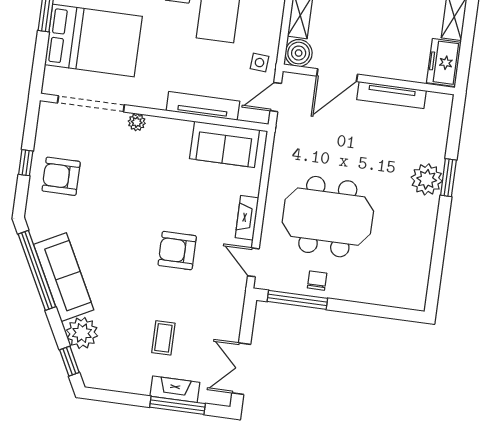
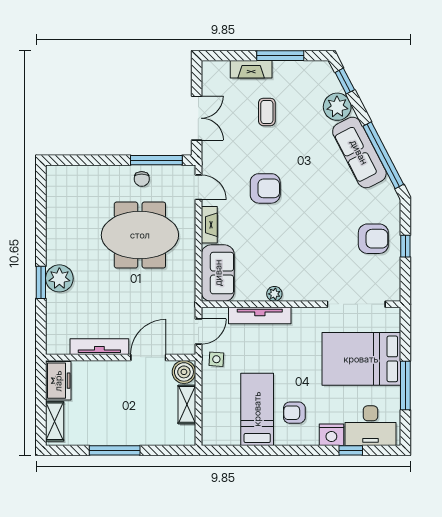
plant: (137, 122) -> (274, 294), moved
sofa: (224, 144) -> (218, 273), moved, turned 90
double door: (241, 369) -> (197, 118), moved
window: (177, 405) -> (280, 56), moved

